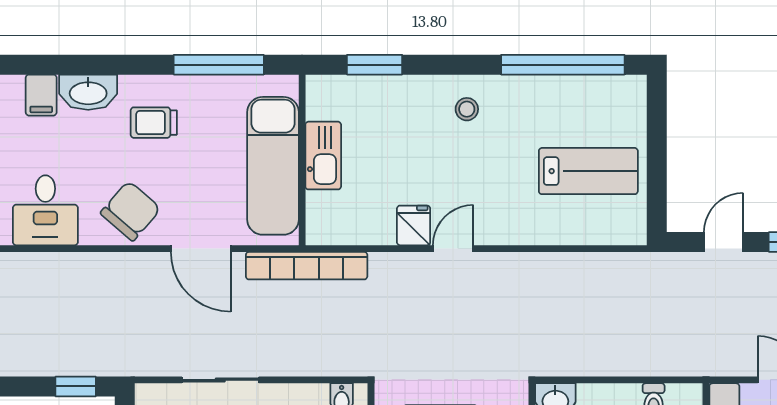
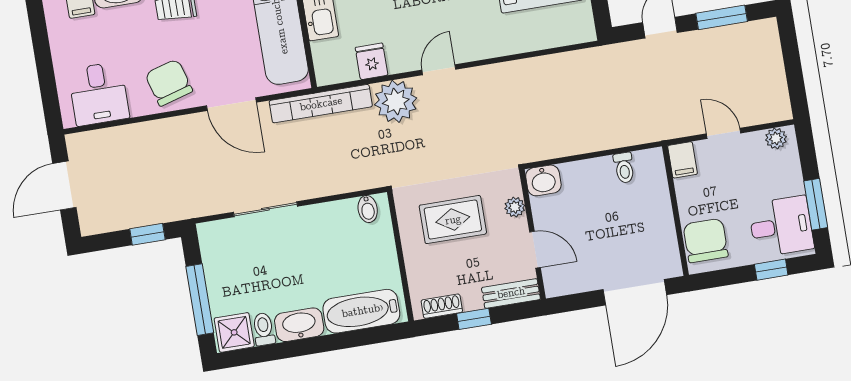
chair: (131, 211) -> (169, 83), turned -57
fridge: (414, 225) -> (372, 61), moved
plant: (396, 278) -> (396, 101), added

